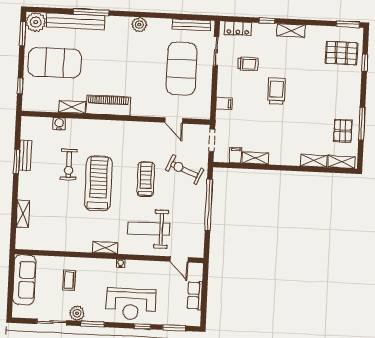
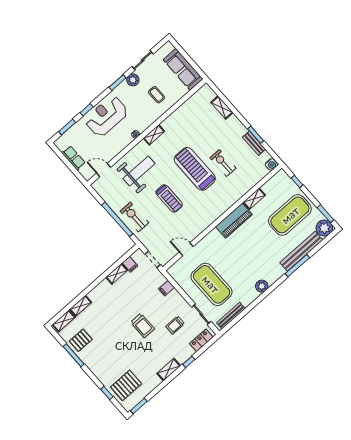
water cooler: (59, 124) -> (271, 164), moved
pallet: (343, 131) -> (81, 340), turned 90
exercise bike: (184, 170) -> (134, 217), moved, turned -113
treadmill: (98, 183) -> (195, 169), turned 180

